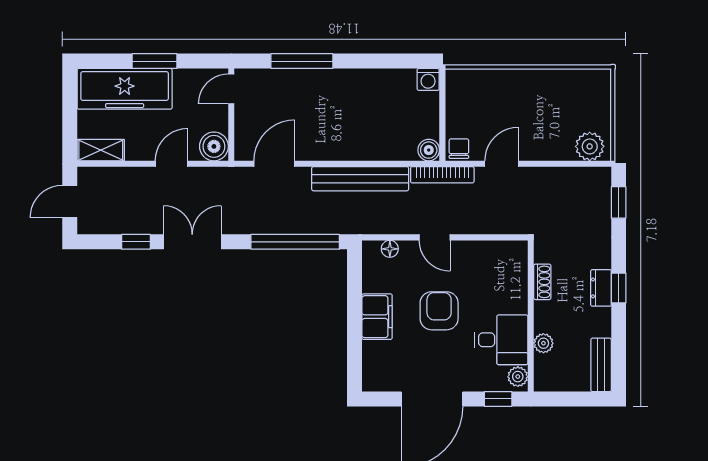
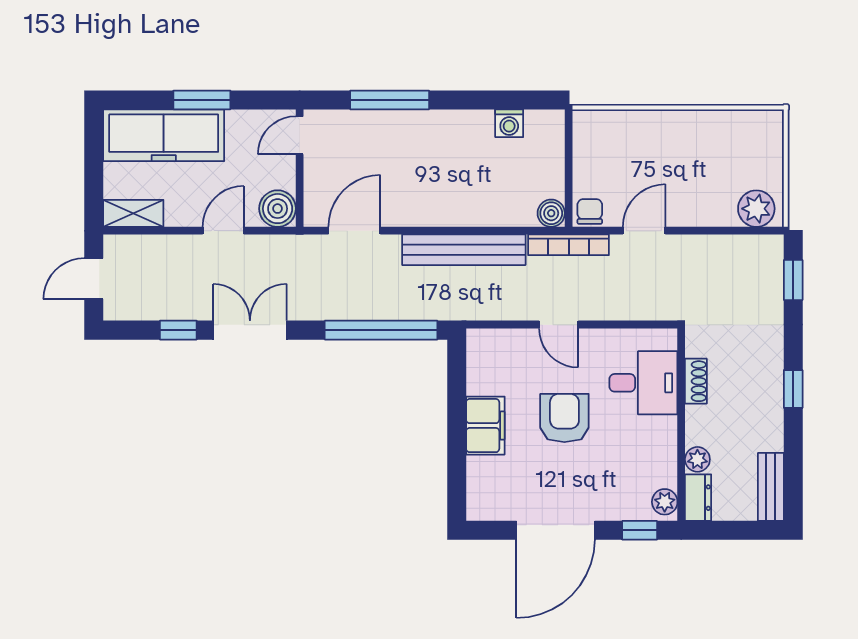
washing machine: (428, 79) -> (509, 123), moved
floor lamp: (390, 249) -> (502, 339), removed
dresser: (601, 288) -> (698, 498), moved, turned 180
desk: (501, 340) -> (643, 383), moved

